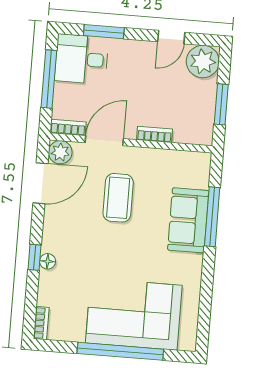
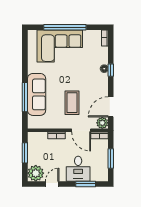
desk: (82, 59) -> (78, 169), moved, turned 90
window: (49, 79) -> (111, 158), width x0.69
door: (104, 141) -> (81, 130), hinge flipped
sofa: (188, 220) -> (37, 94), width x1.36

